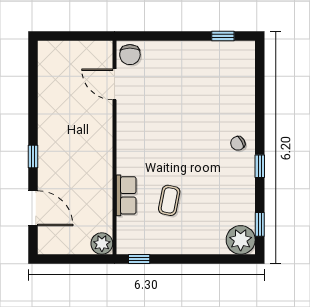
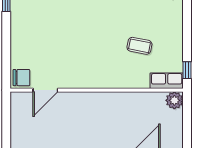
row of seats: (126, 195) -> (167, 81), moved

